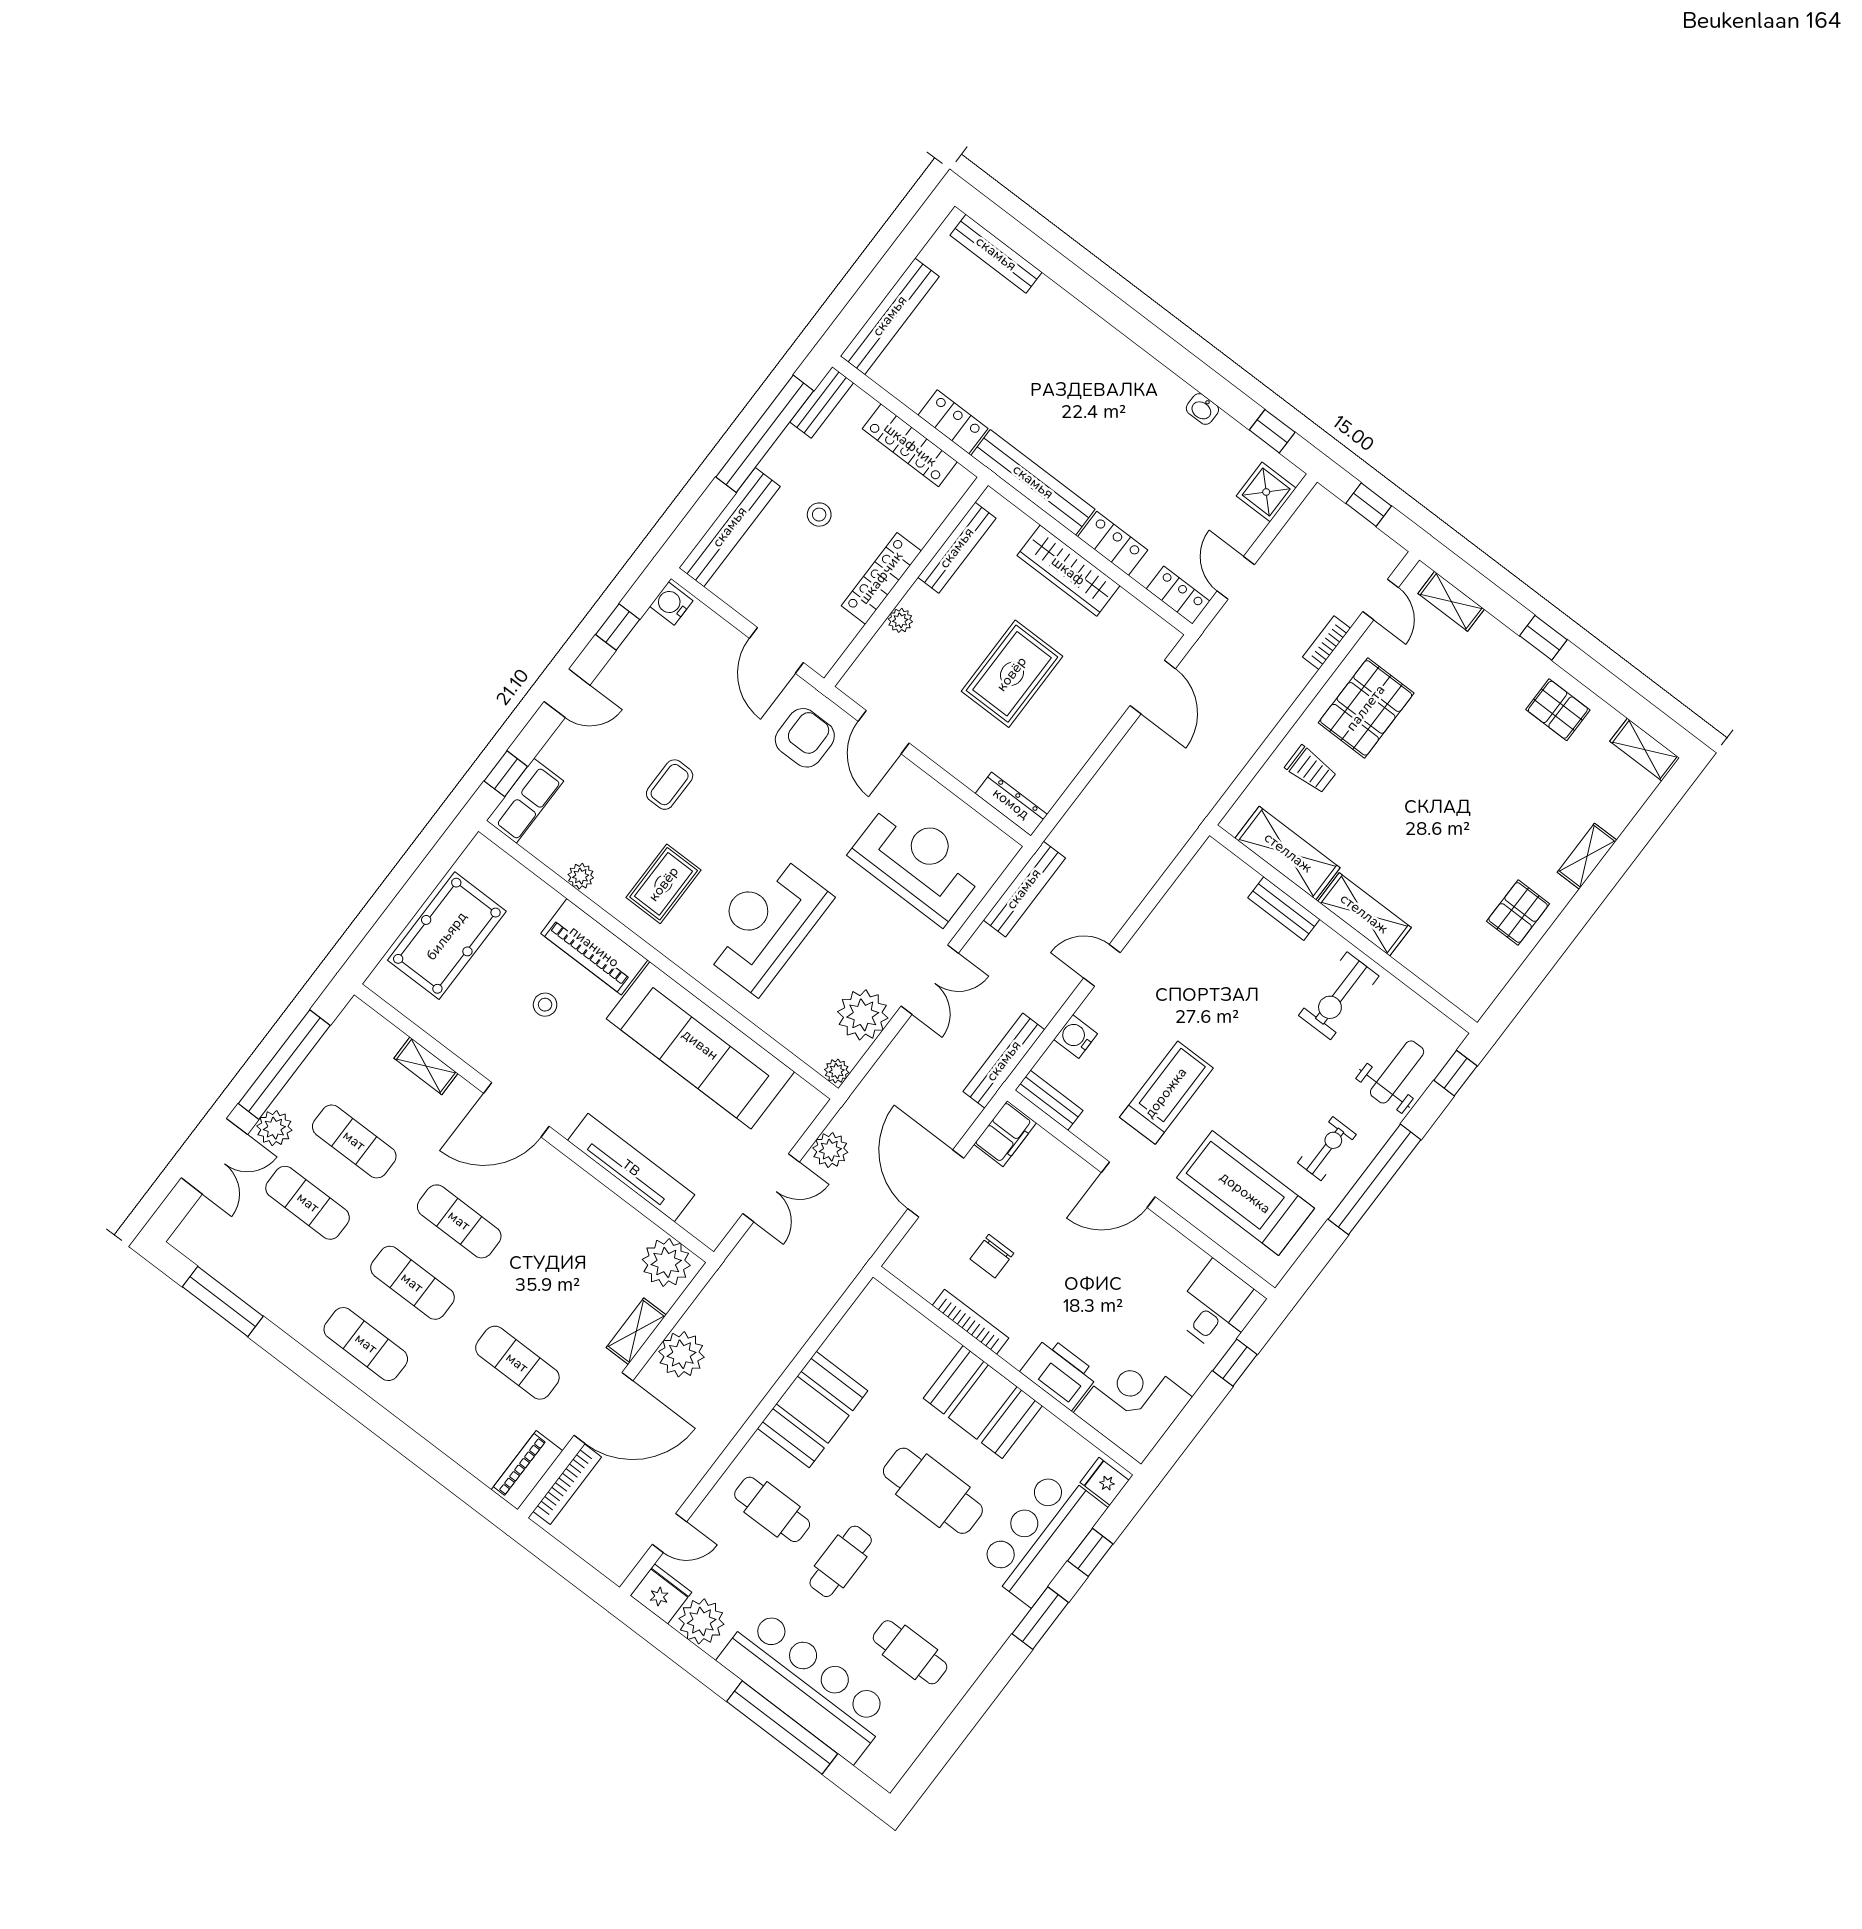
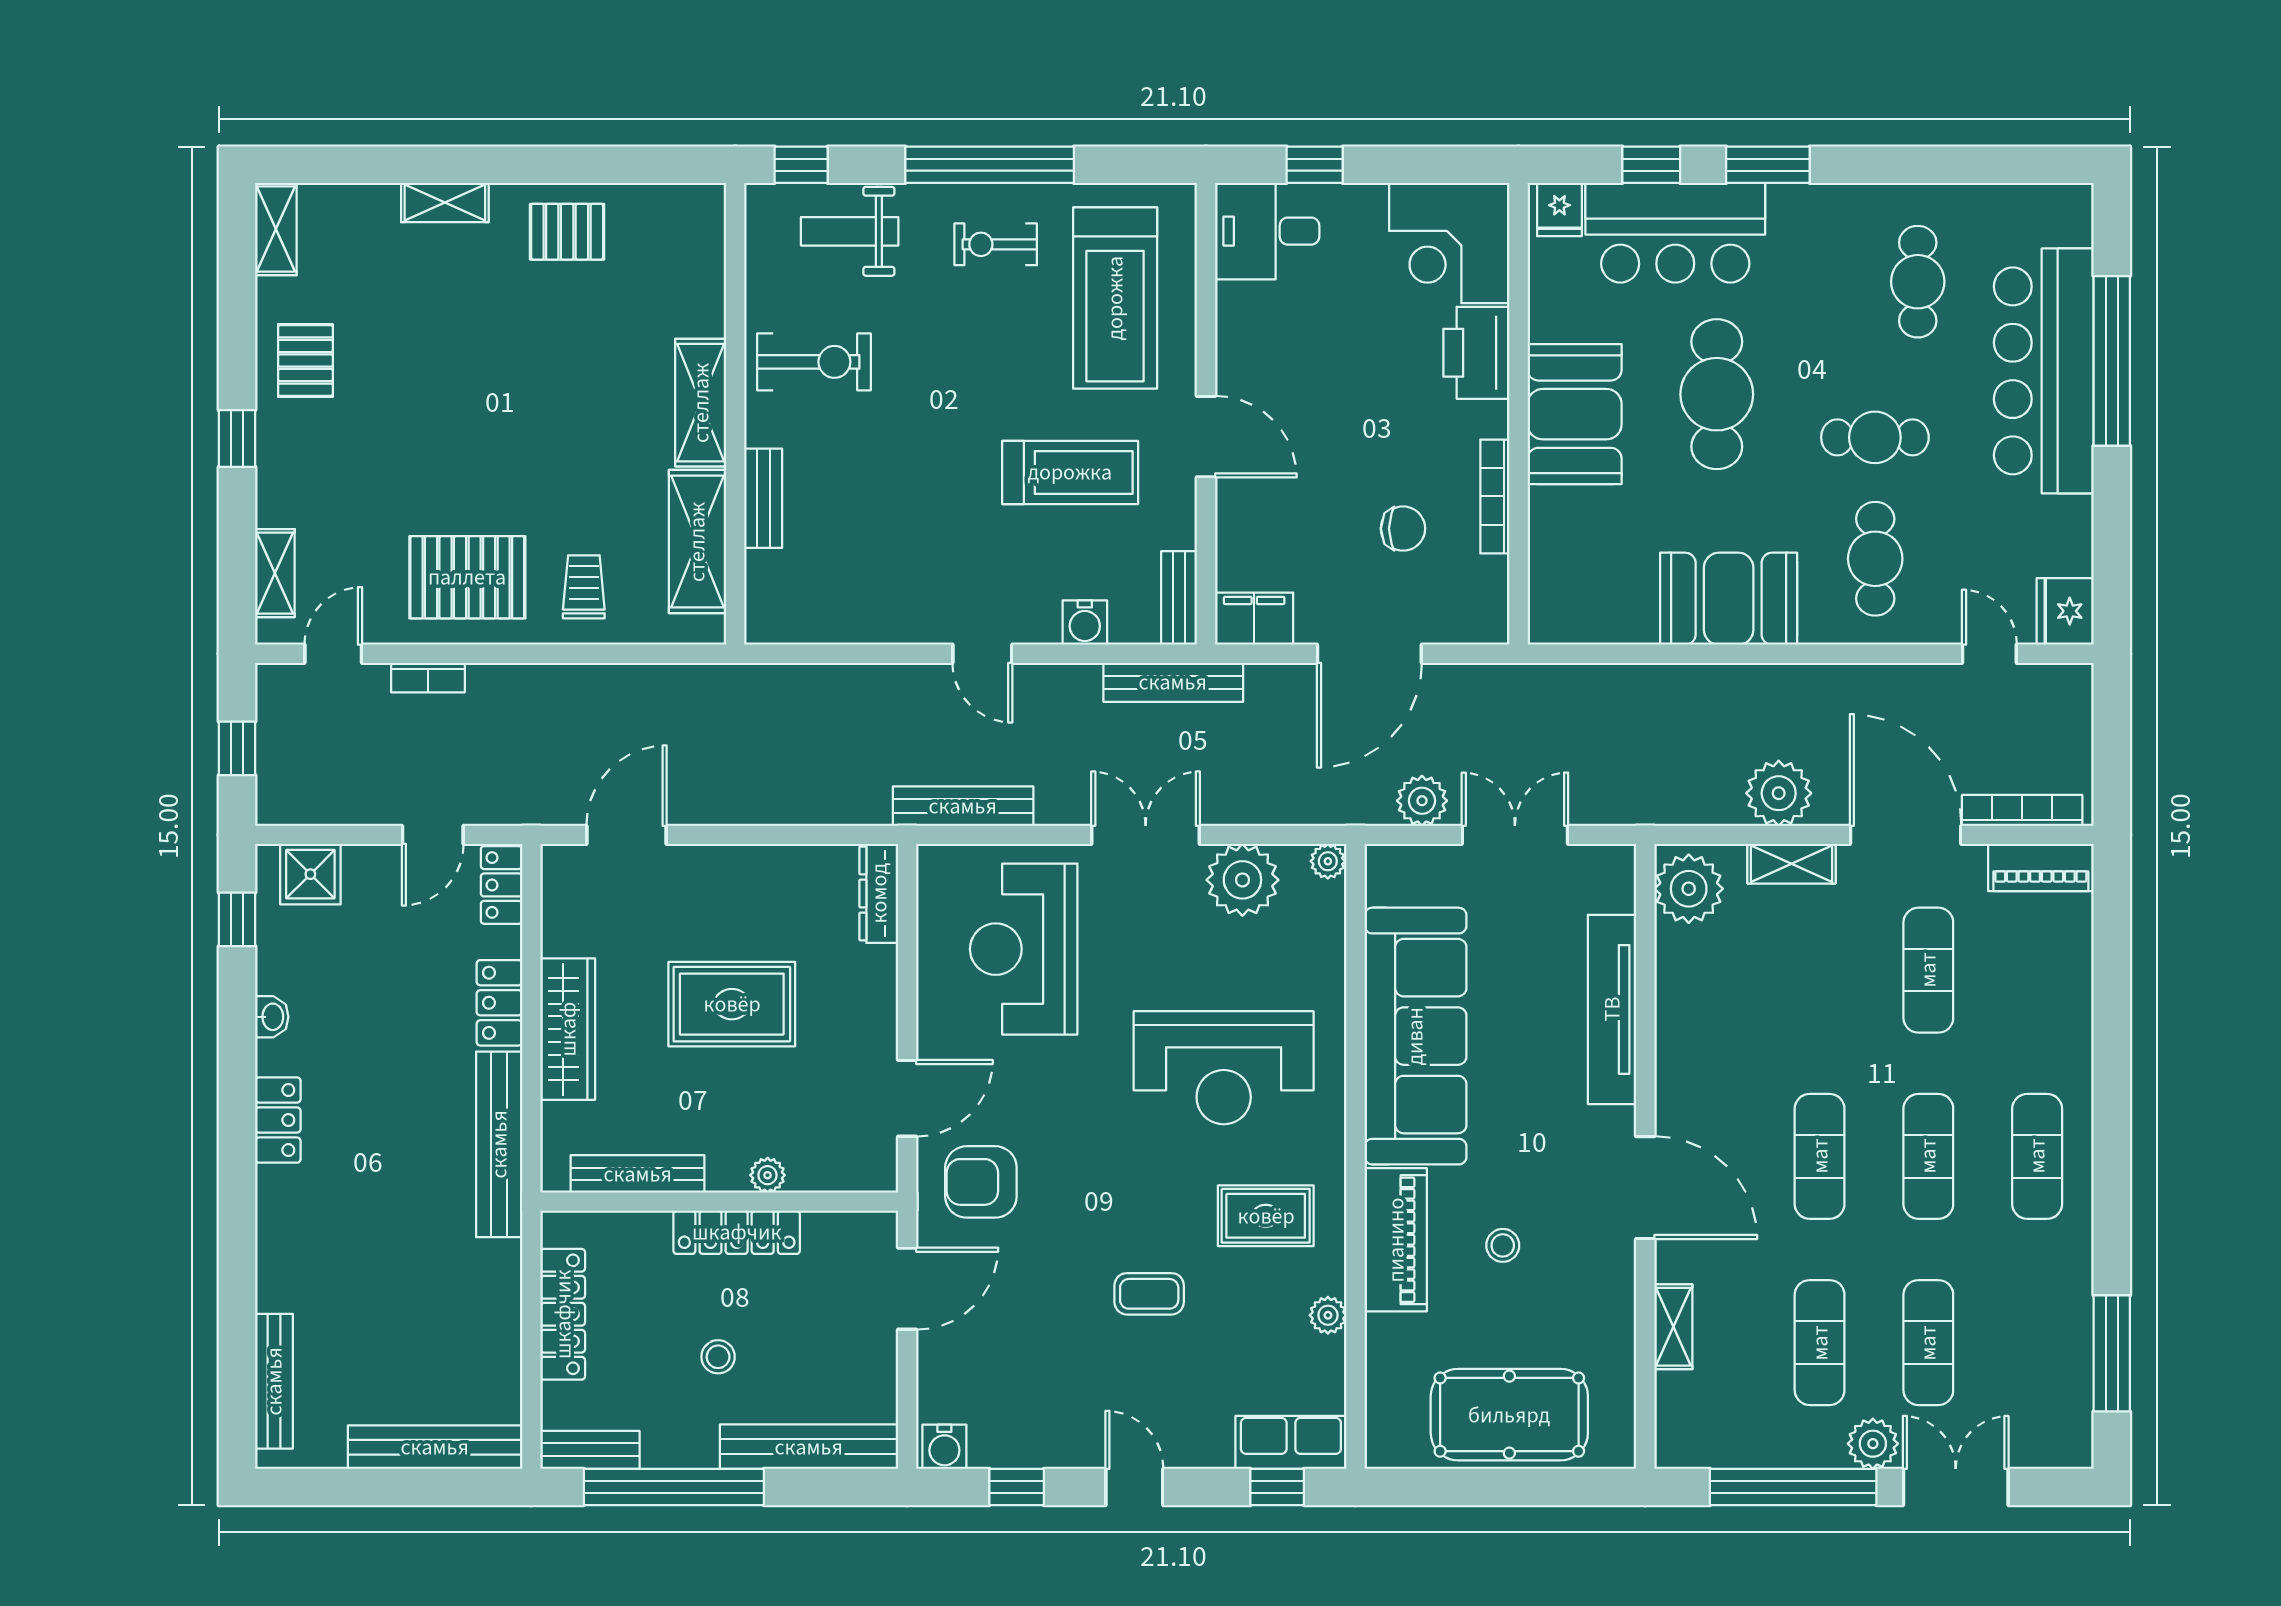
locker: (953, 422) -> (278, 1120), moved, turned 180
treadmill: (1166, 1093) -> (1070, 472), turned 180
plant: (702, 1621) -> (2061, 542), removed

